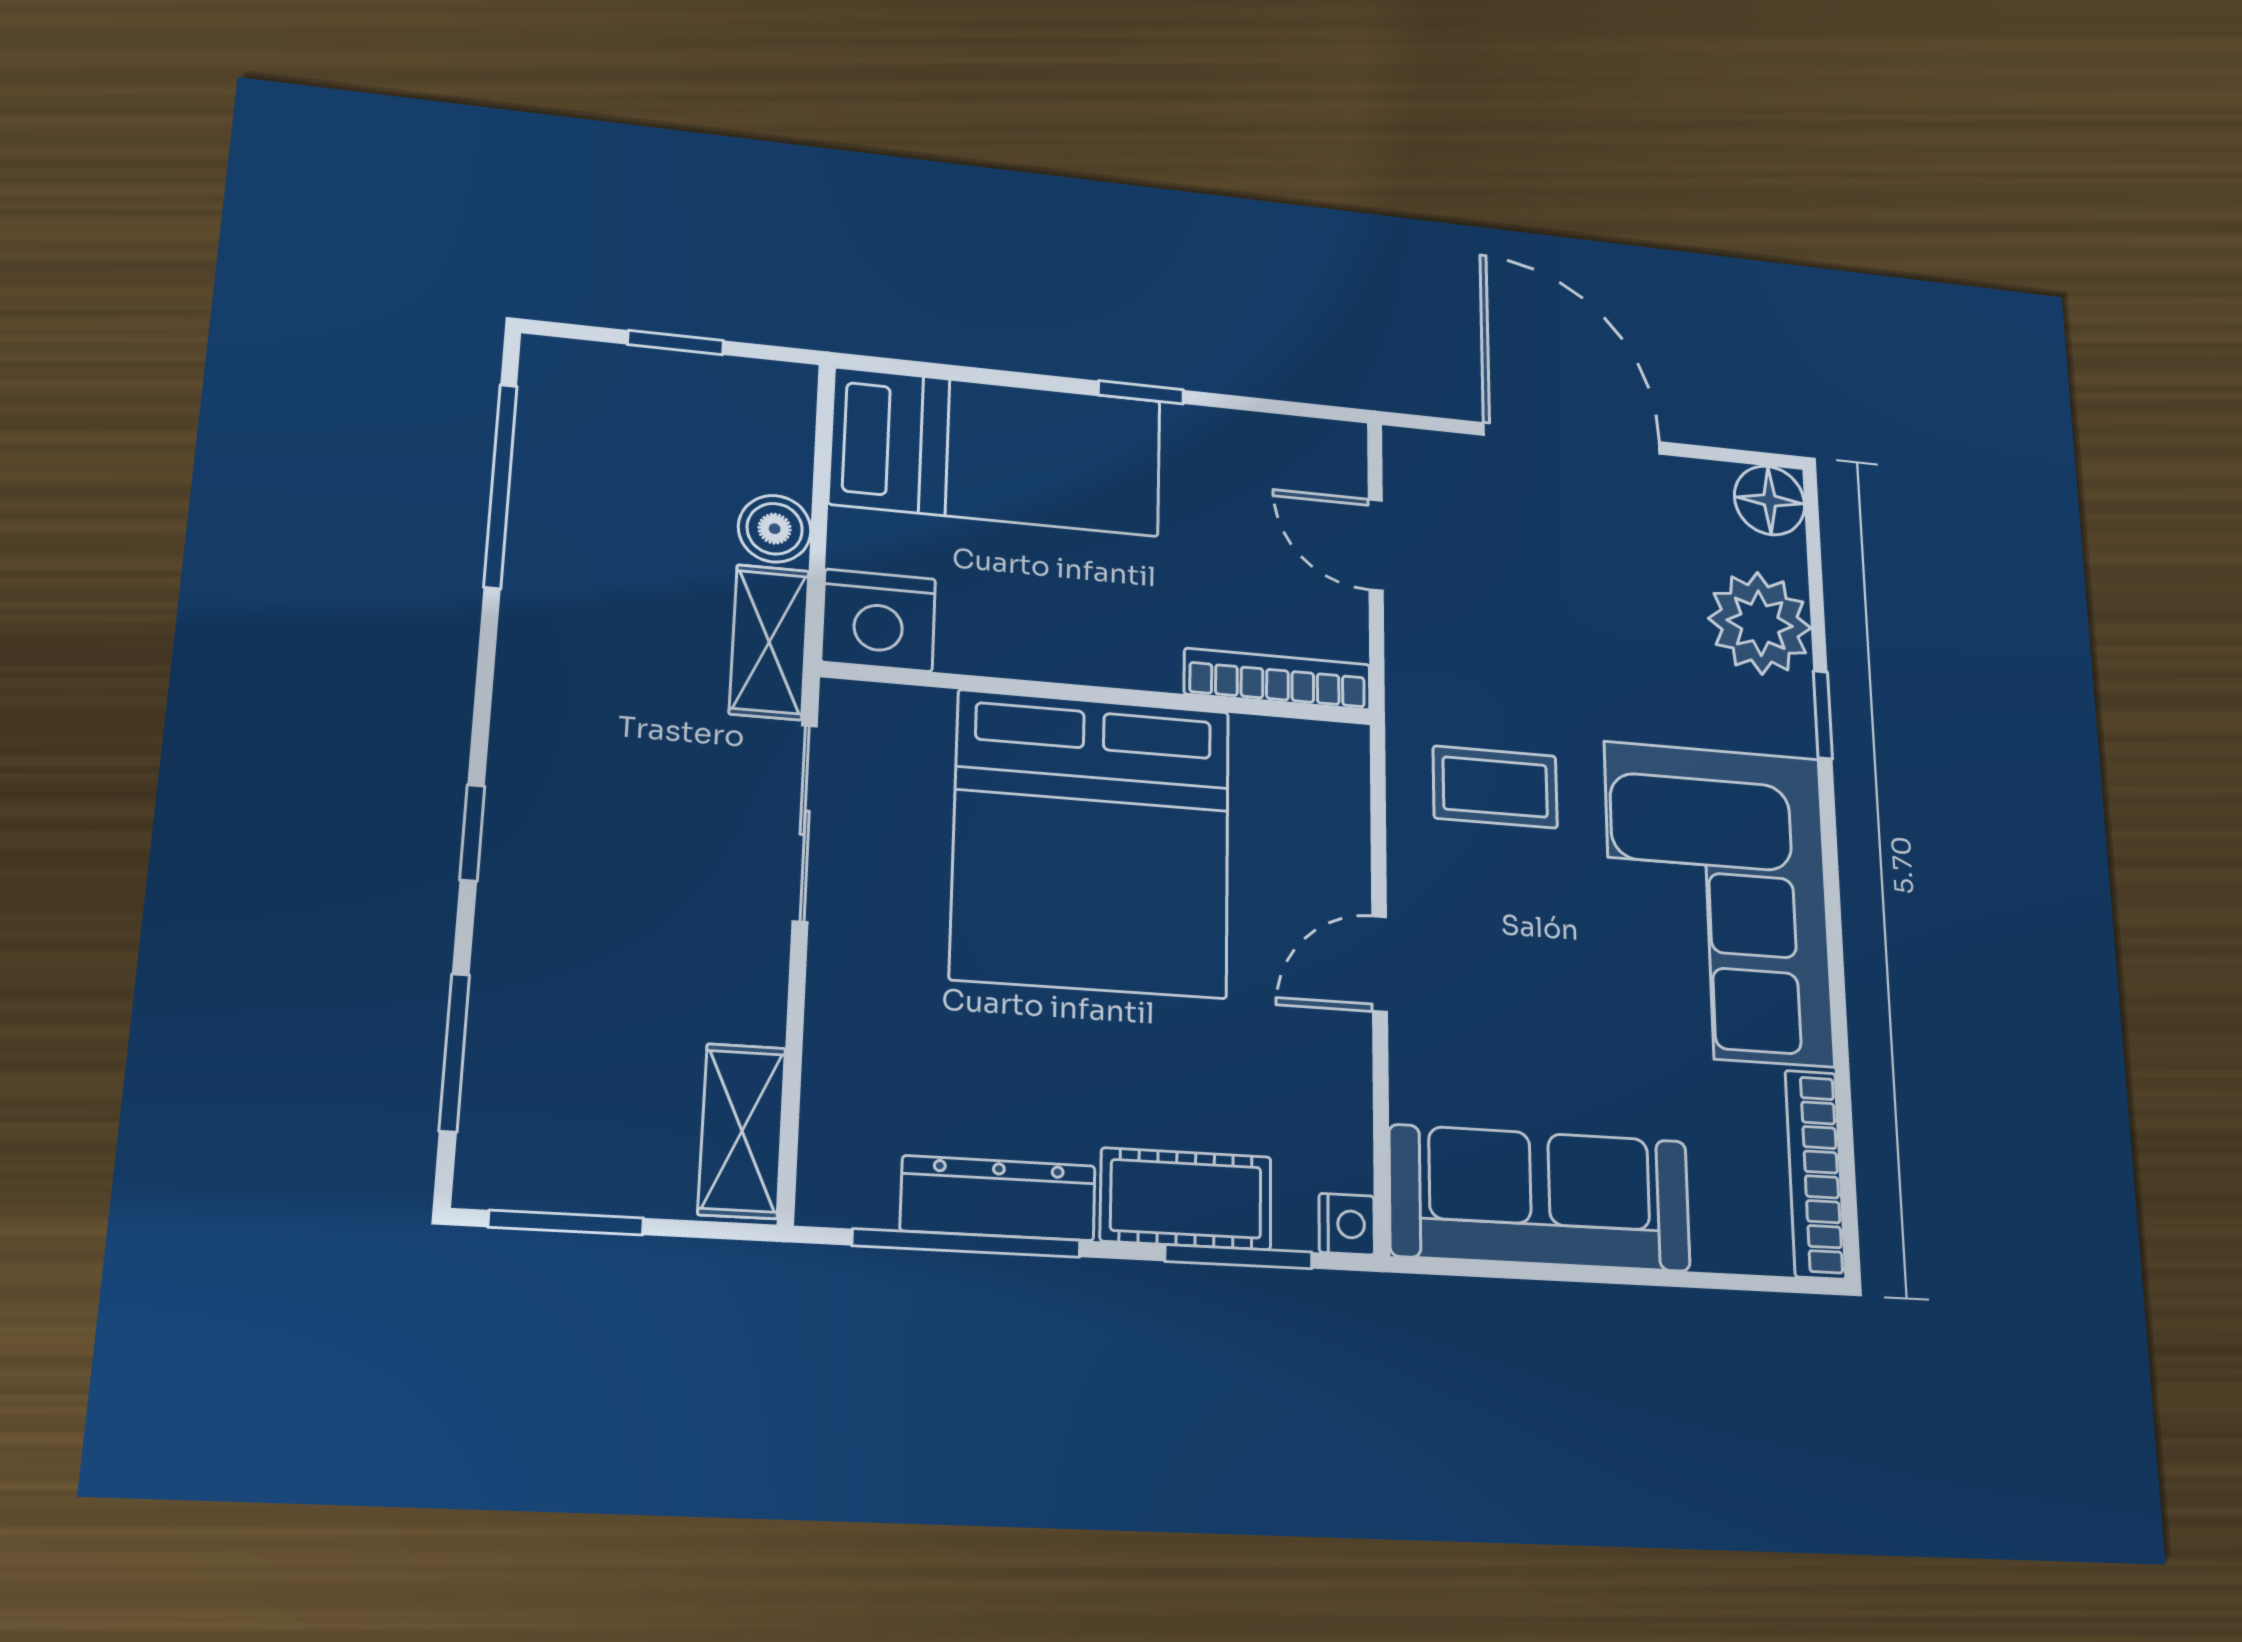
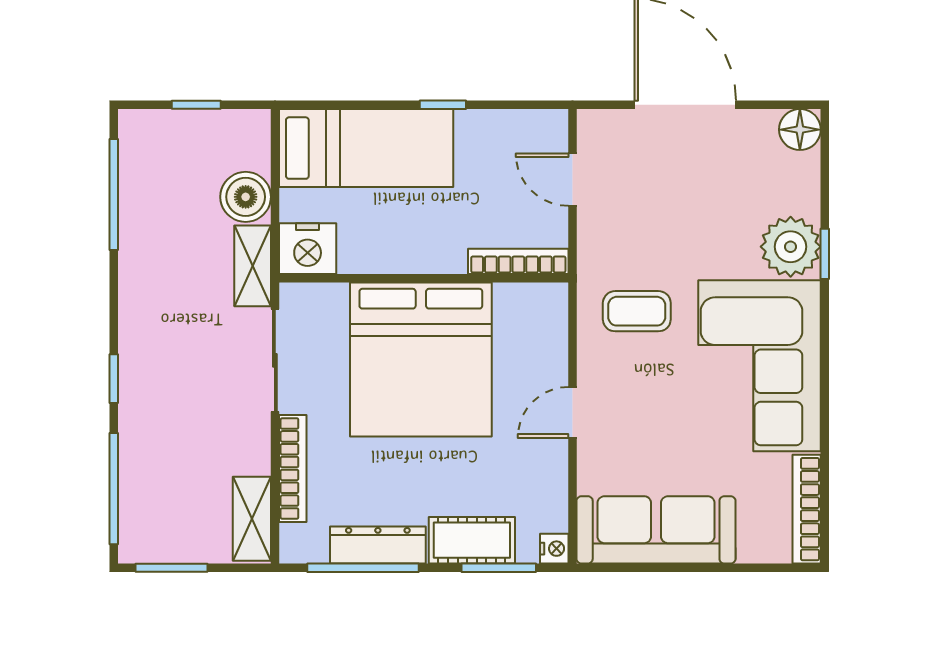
boiler: (775, 529) -> (246, 197), width x1.36, depth x1.36
plant: (1760, 623) -> (791, 247), moved
bookcase: (831, 1035) -> (293, 468), added
window: (454, 1053) -> (114, 489), width x1.44

